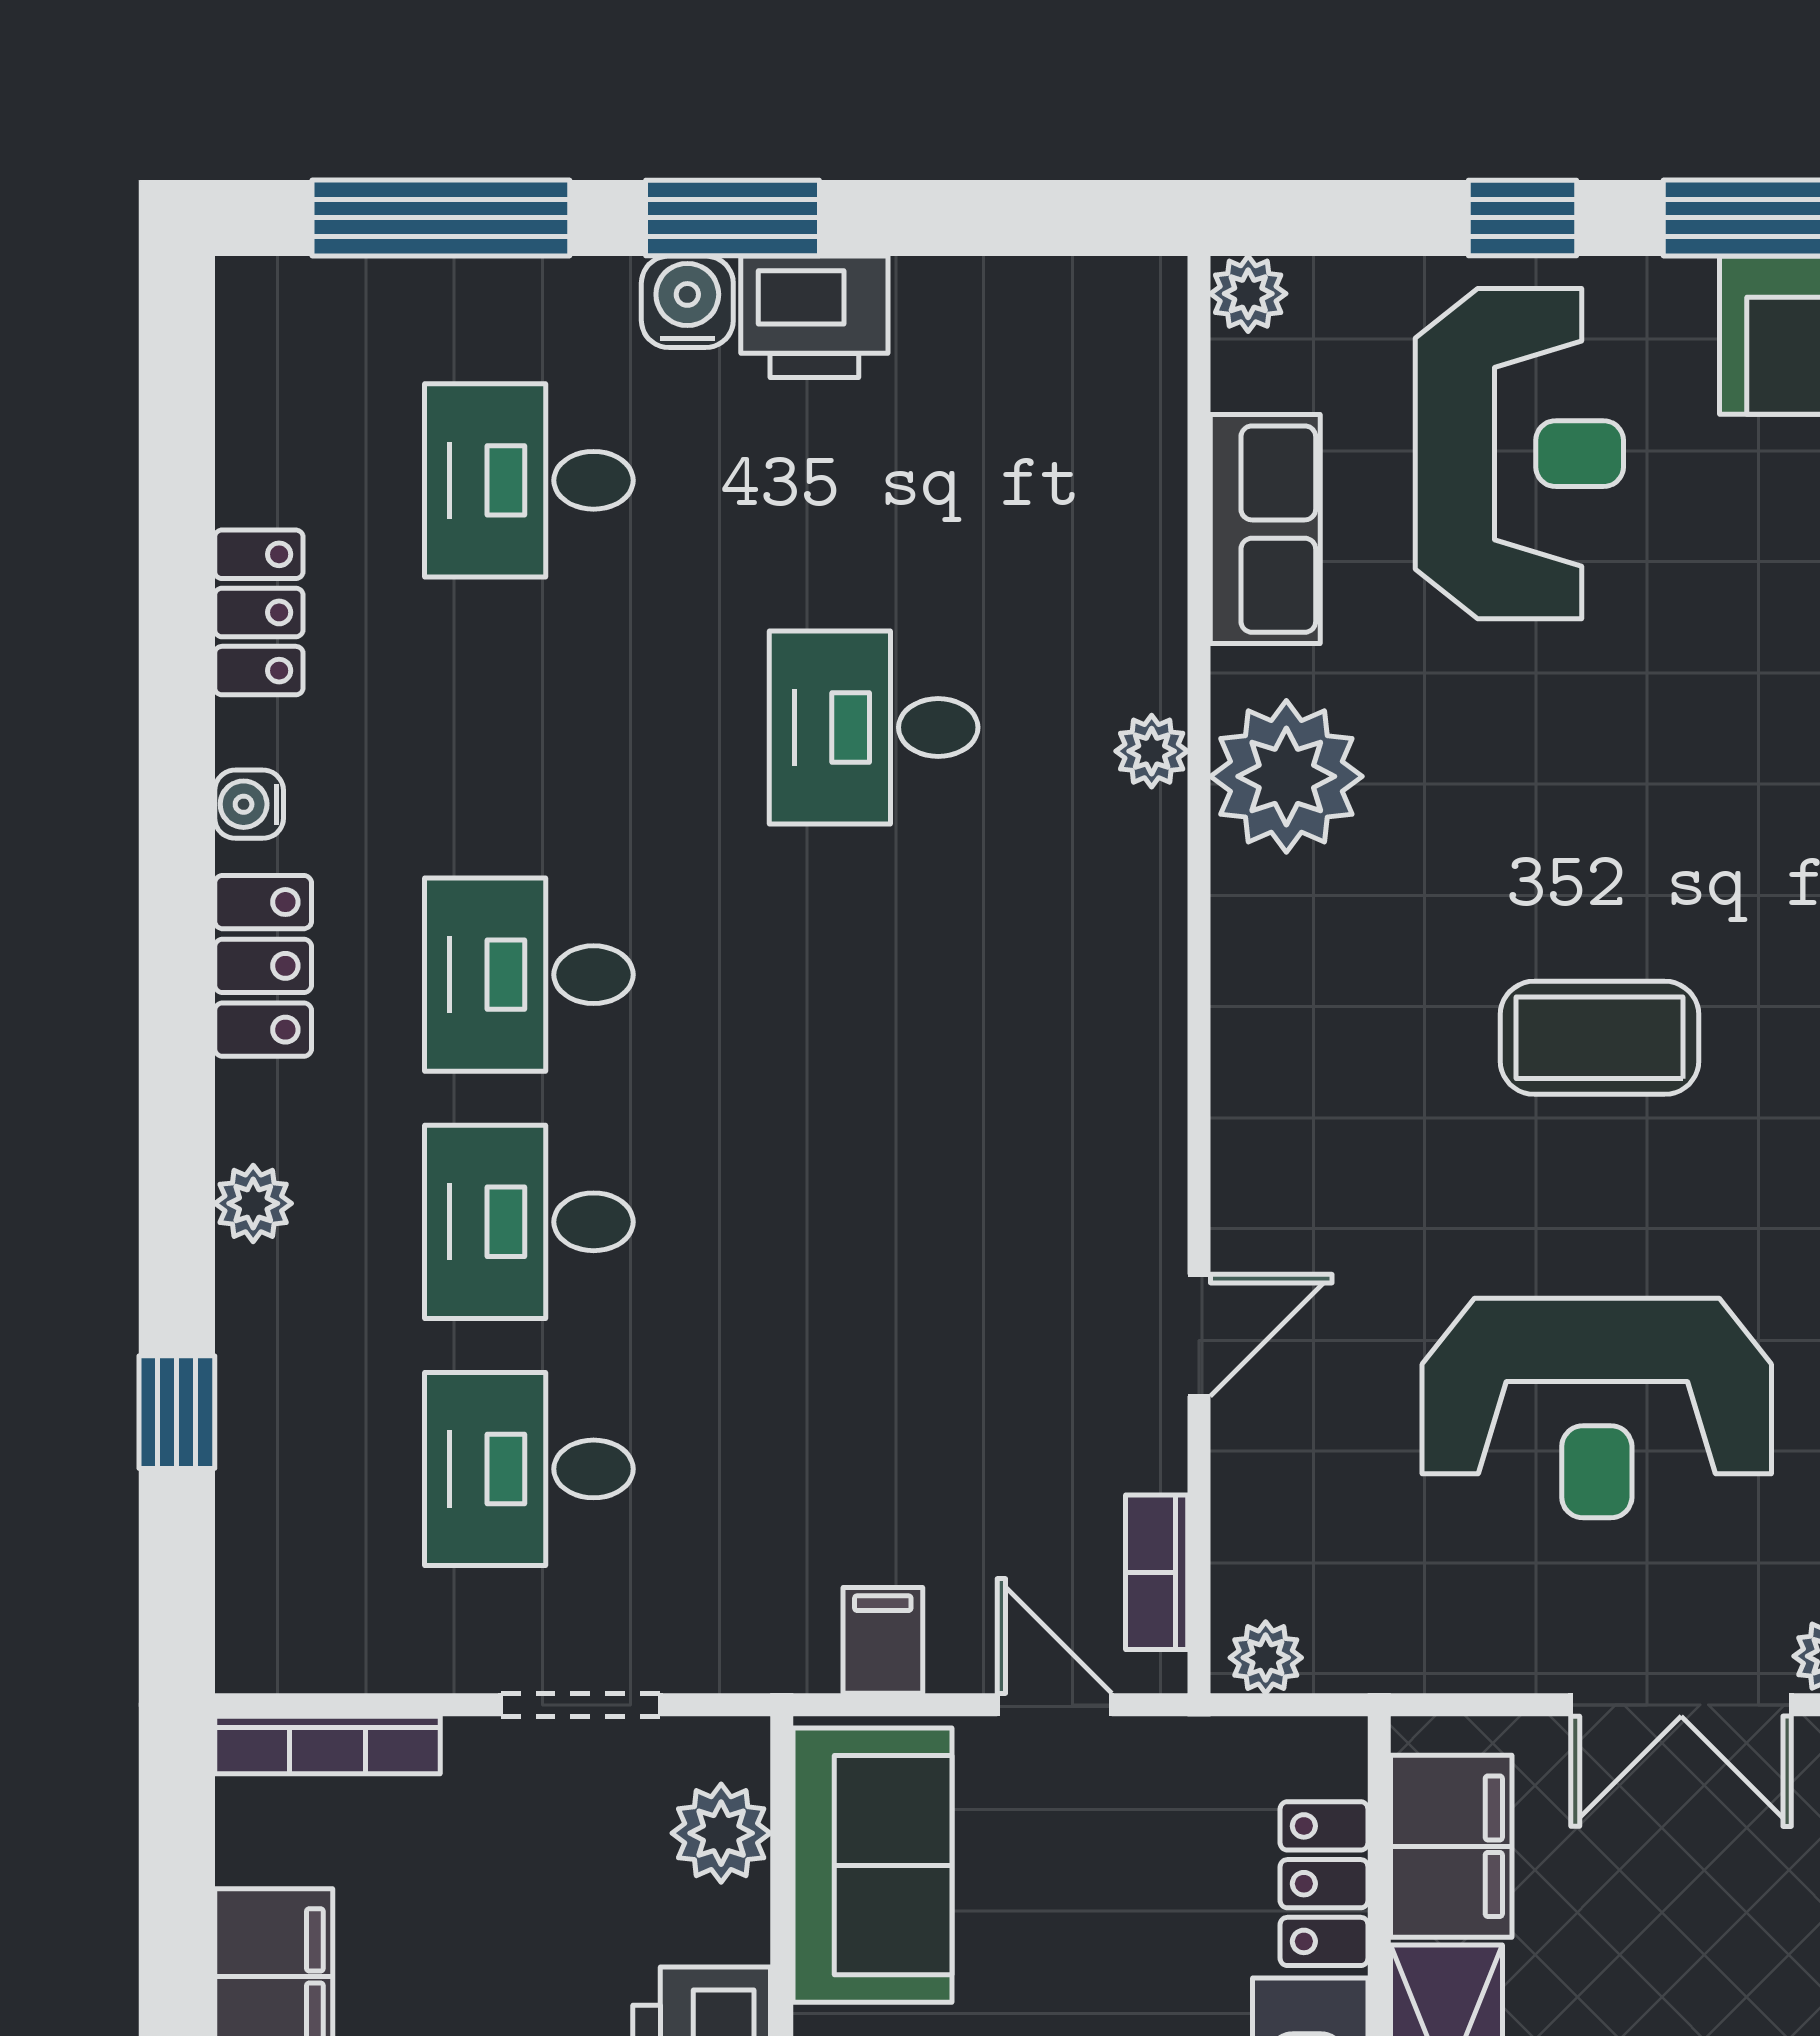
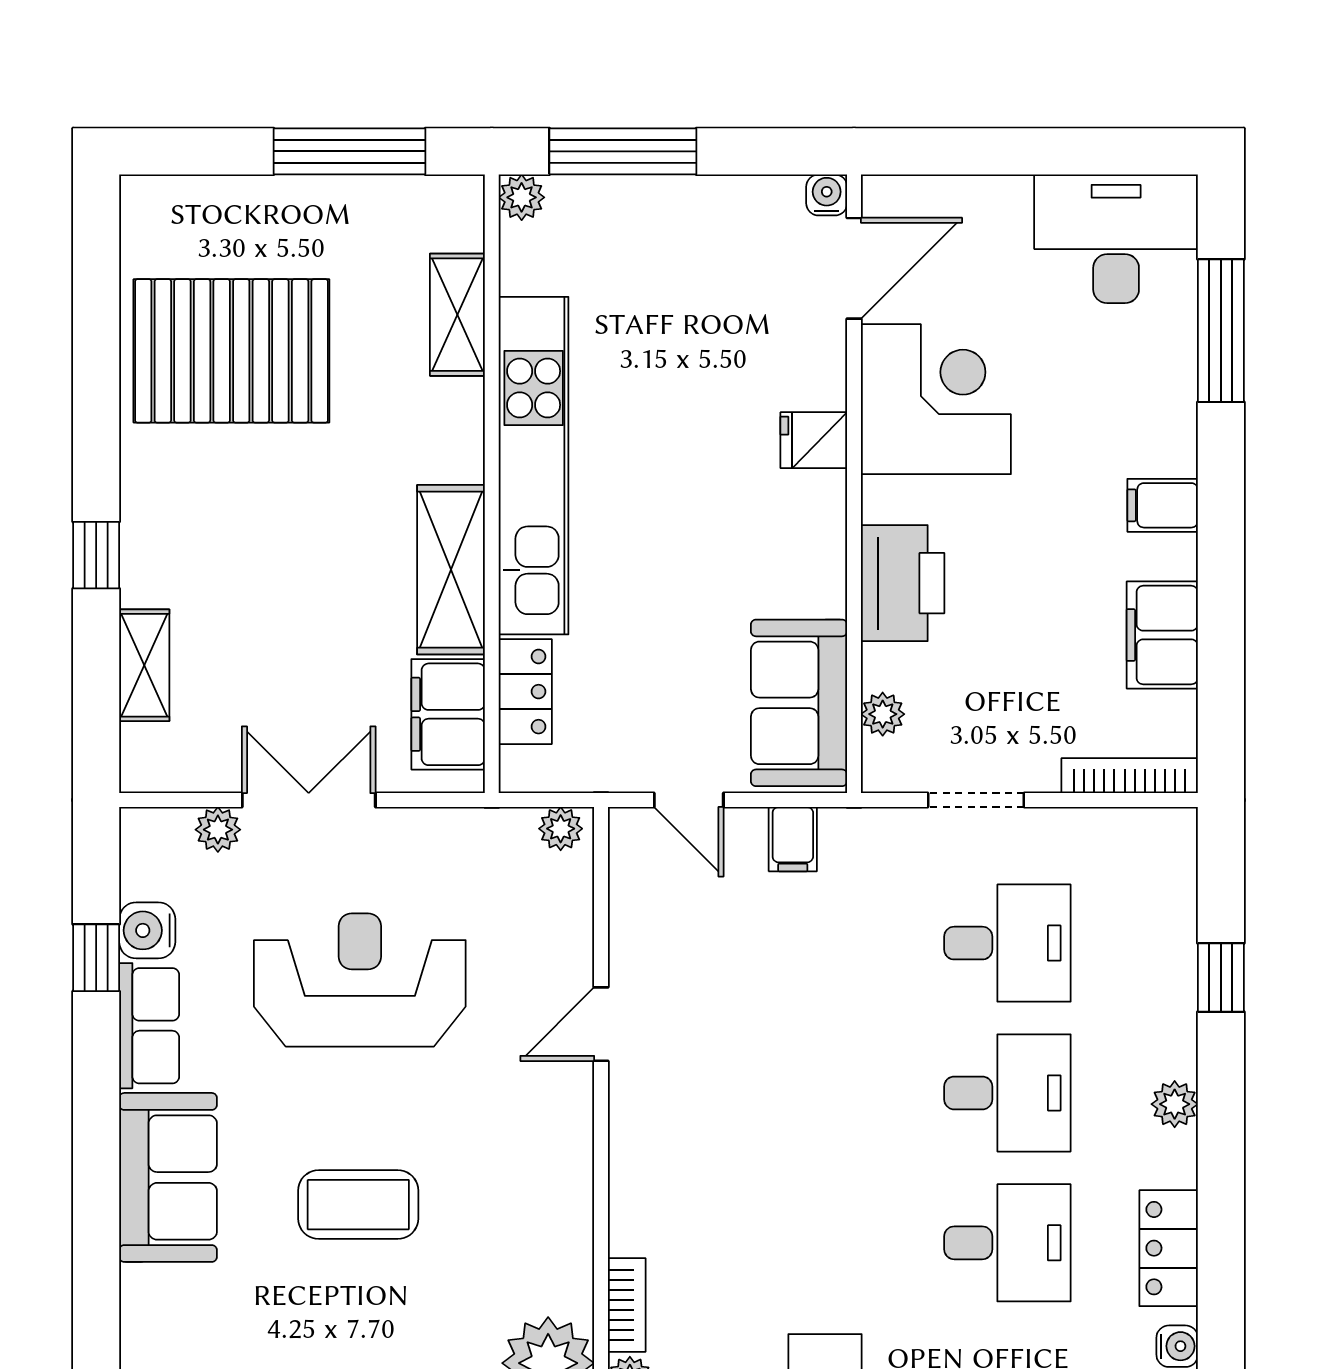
bookcase: (1157, 1572) -> (627, 1305), moved
plant: (721, 1833) -> (883, 714), width x0.73, depth x0.73

